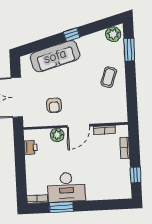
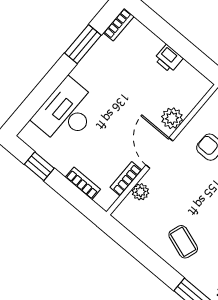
plant: (104, 118) -> (140, 192), added
printer: (31, 147) -> (169, 59), moved
desk: (66, 187) -> (67, 112), moved

